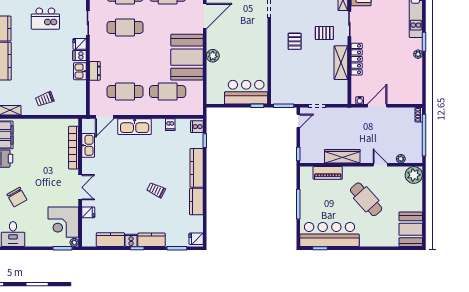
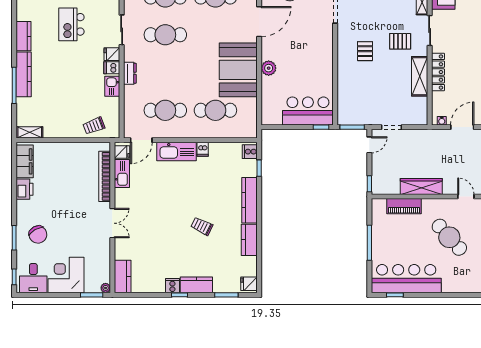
kitchen island: (45, 19) -> (71, 24), turned 90
dresser: (95, 71) -> (130, 73), moved
trolley: (45, 99) -> (94, 126), moved
dishwasher: (170, 125) -> (203, 149), moved
fridge: (88, 212) -> (122, 152), moved
corner desk: (63, 222) -> (66, 275), moved, turned 90
kitchen counter: (110, 240) -> (123, 276), moved, turned 90

